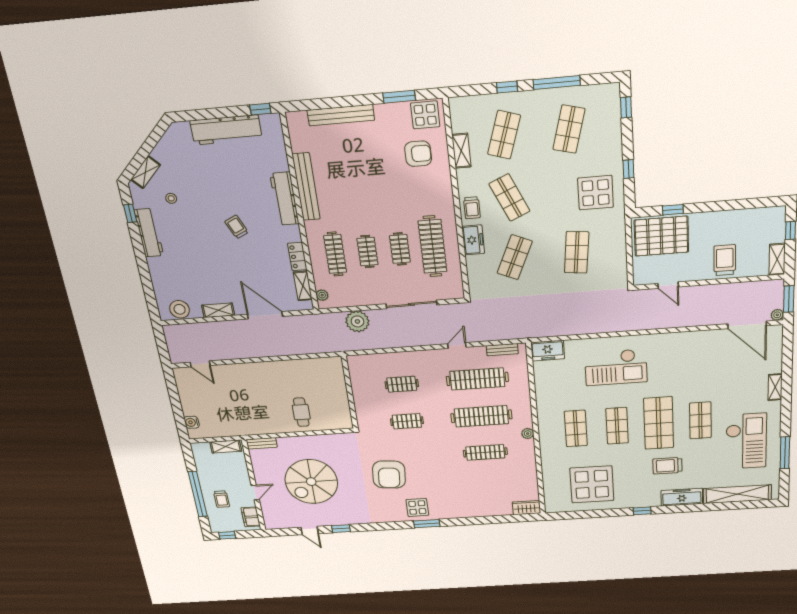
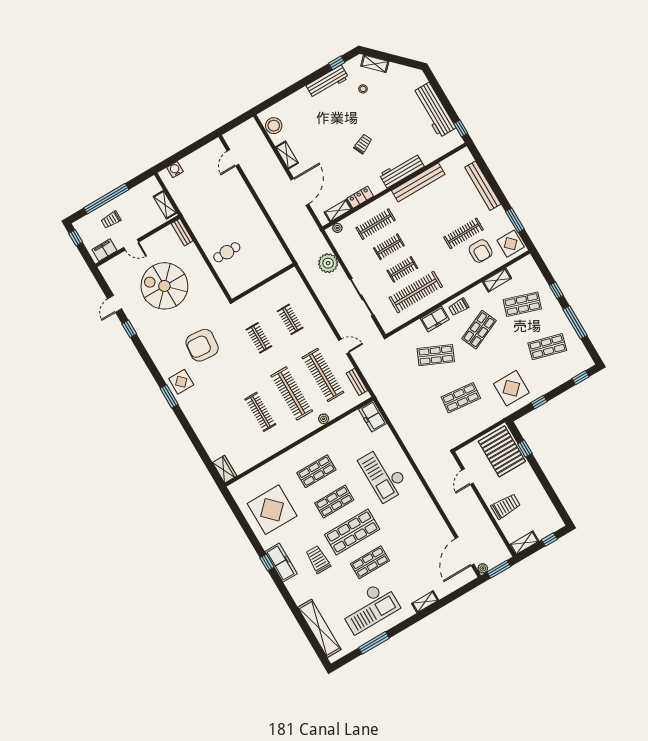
clothes rail: (388, 163) -> (464, 233), added
plant: (528, 434) -> (324, 419), moved
freezer: (682, 497) -> (281, 563), moved

